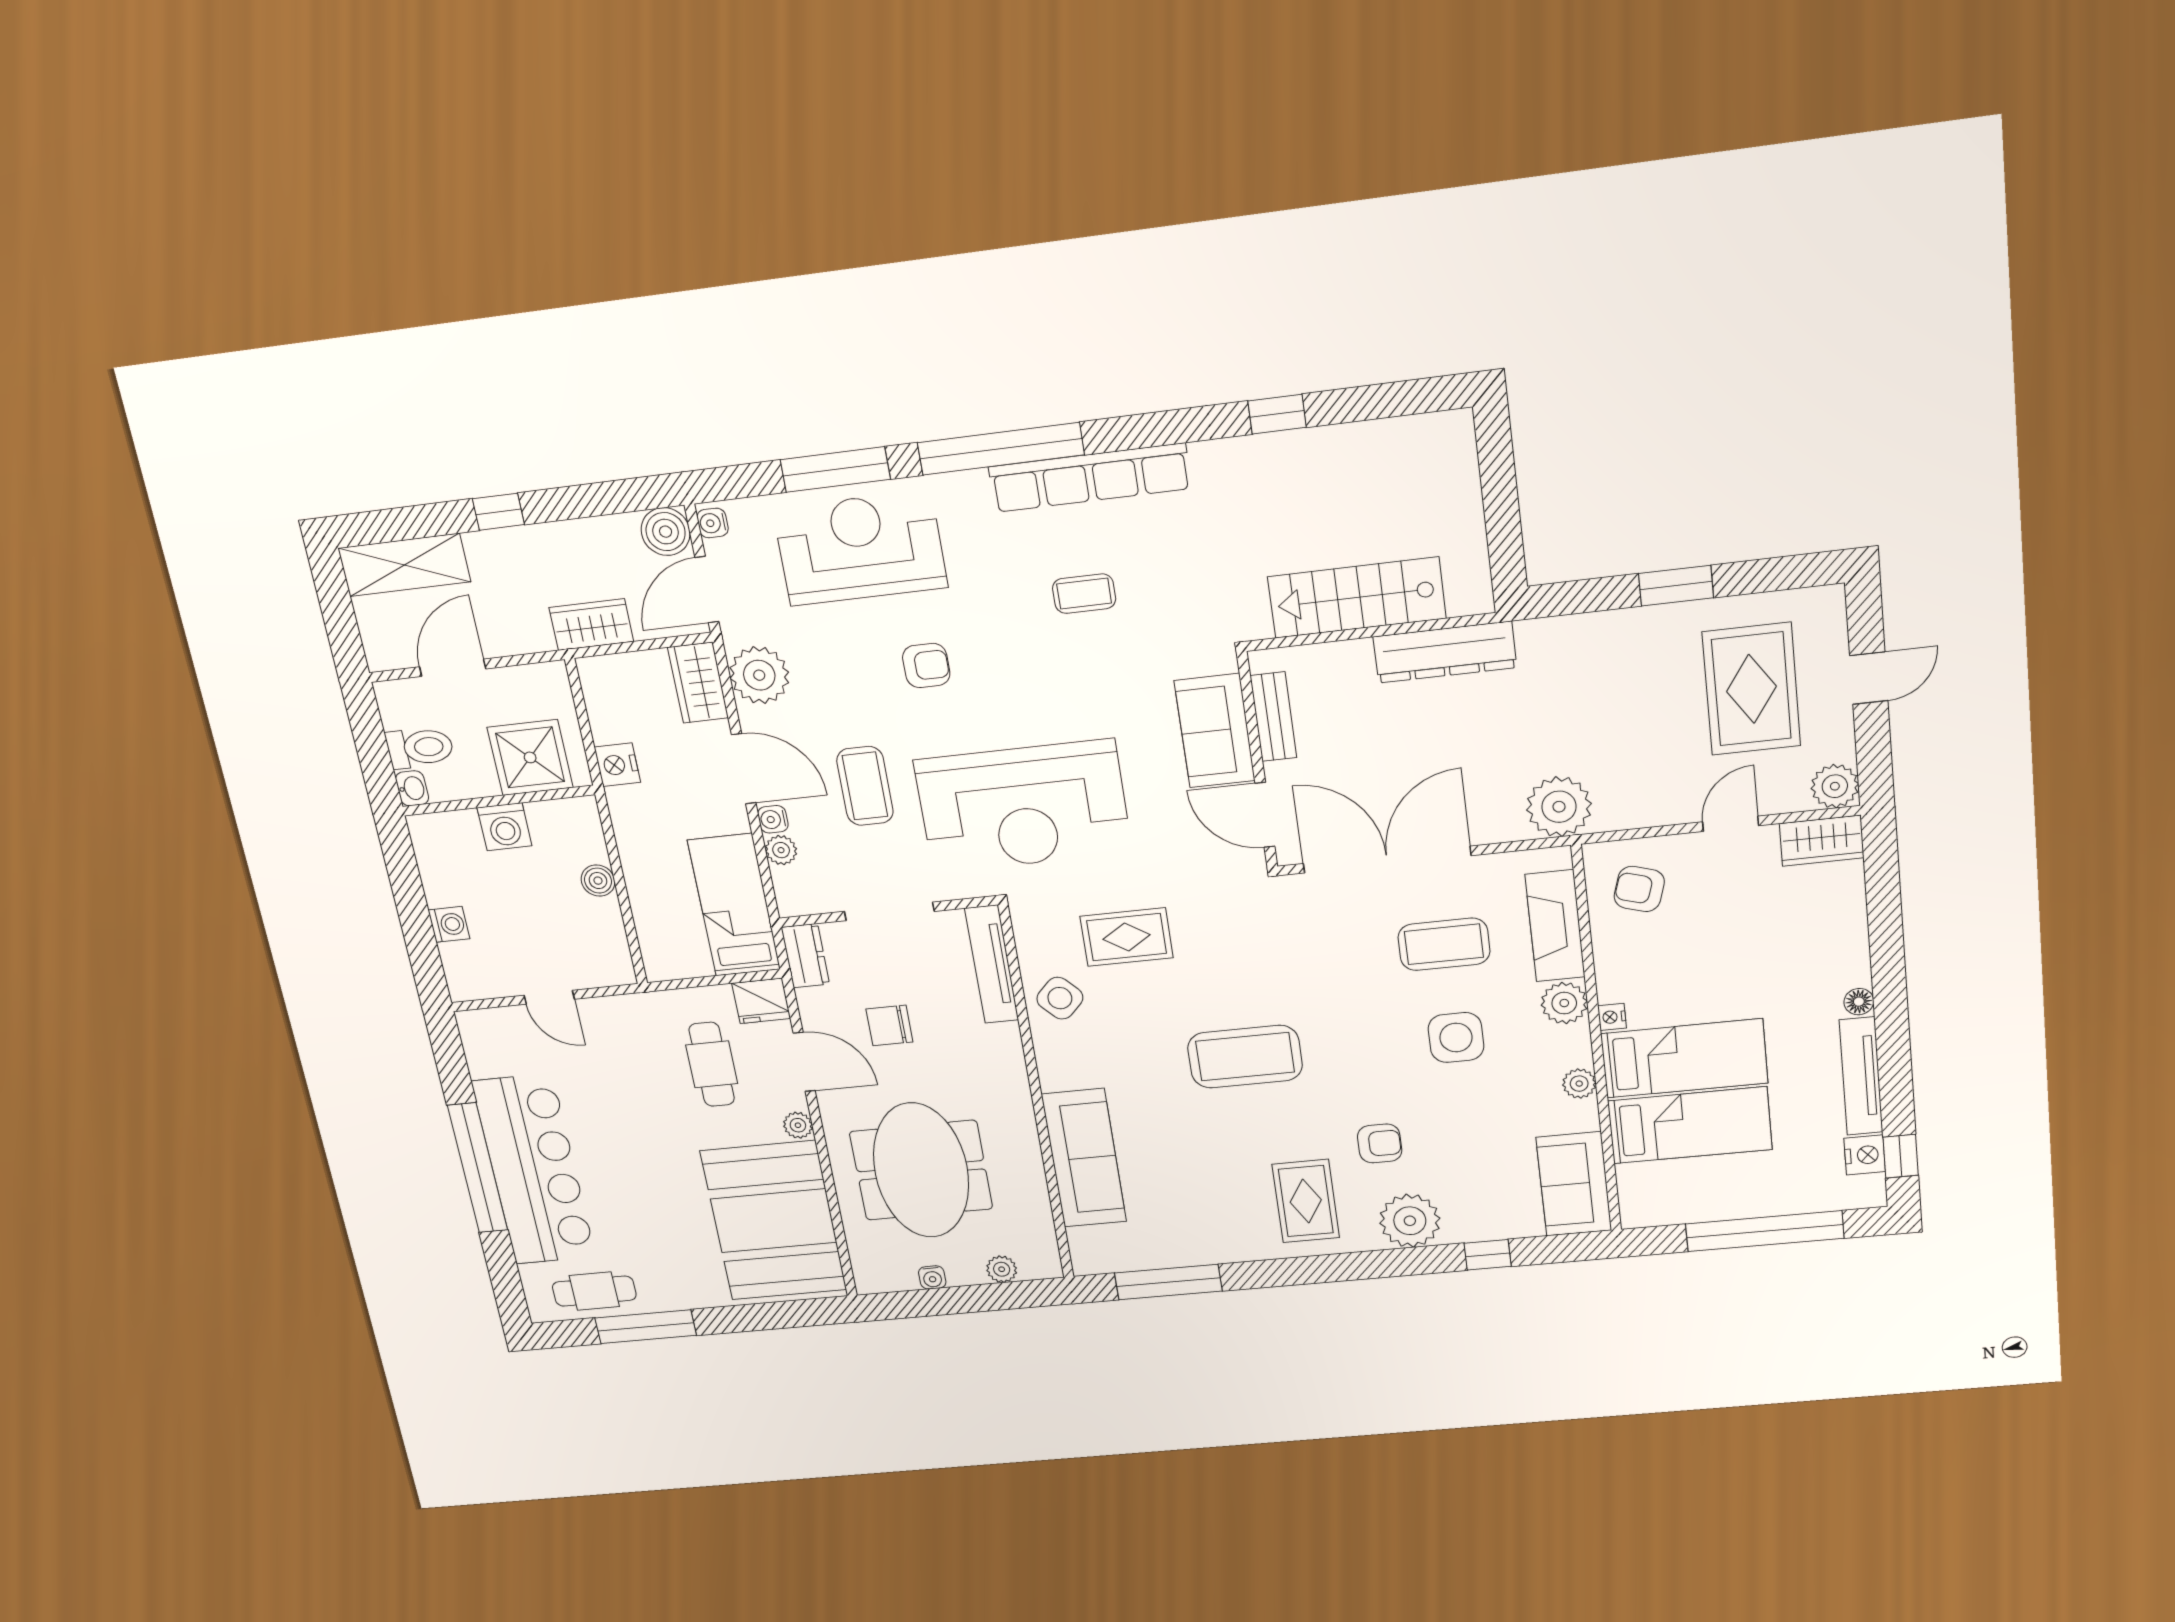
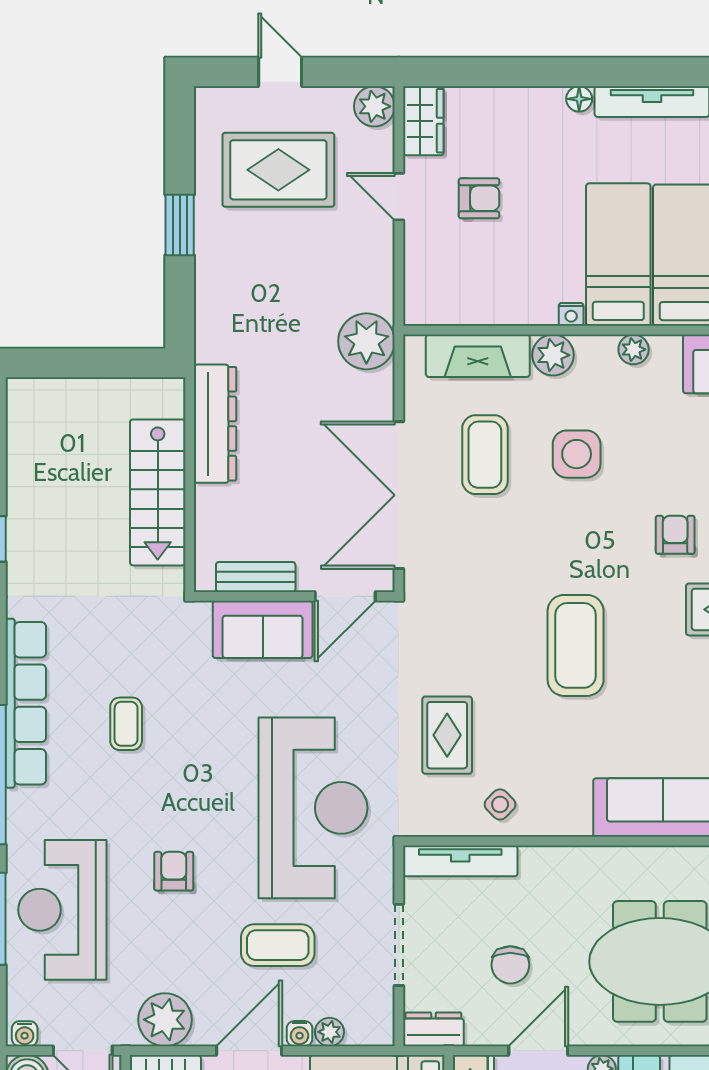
armchair: (1639, 889) -> (479, 198), moved, turned -107
side table: (1060, 998) -> (500, 804), width x0.73, depth x0.73

